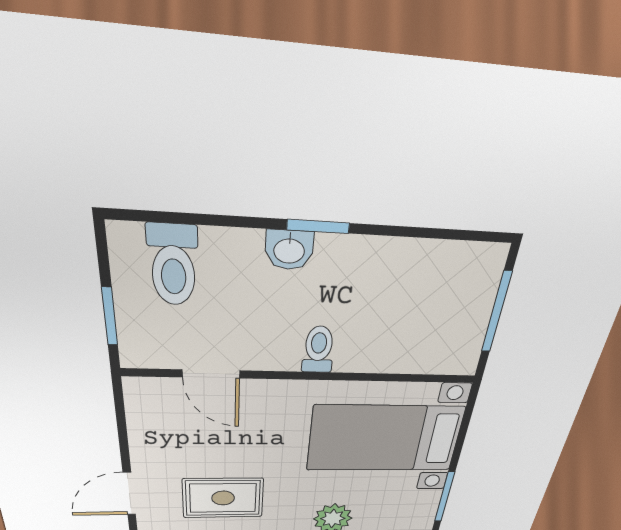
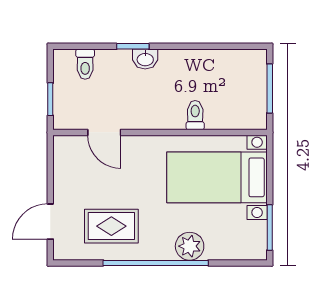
window: (318, 226) -> (133, 46), moved
toilet: (173, 265) -> (85, 64), width x0.73, depth x0.72
toilet: (318, 350) -> (195, 115), moved

